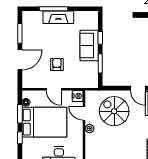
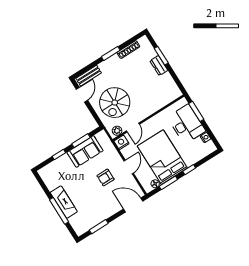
sofa: (89, 45) -> (85, 151), moved
door: (20, 60) -> (133, 205), moved
plant: (90, 128) -> (117, 131), moved

